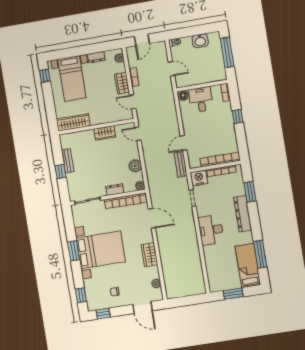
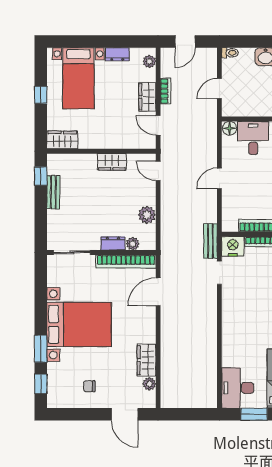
door: (171, 69) -> (219, 89), swing flipped
window: (45, 76) -> (41, 95), moved
wardrobe: (73, 122) -> (62, 140), width x0.67
door: (184, 143) -> (219, 179), moved
bench: (181, 164) -> (210, 241), moved
window: (61, 172) -> (41, 176), moved
plant: (140, 186) -> (133, 244), moved
door: (152, 218) -> (158, 292), swing flipped
desk: (211, 230) -> (238, 388), moved
window: (74, 251) -> (41, 349), moved
wardrobe: (149, 255) -> (146, 360), moved
window: (103, 314) -> (68, 414), removed

